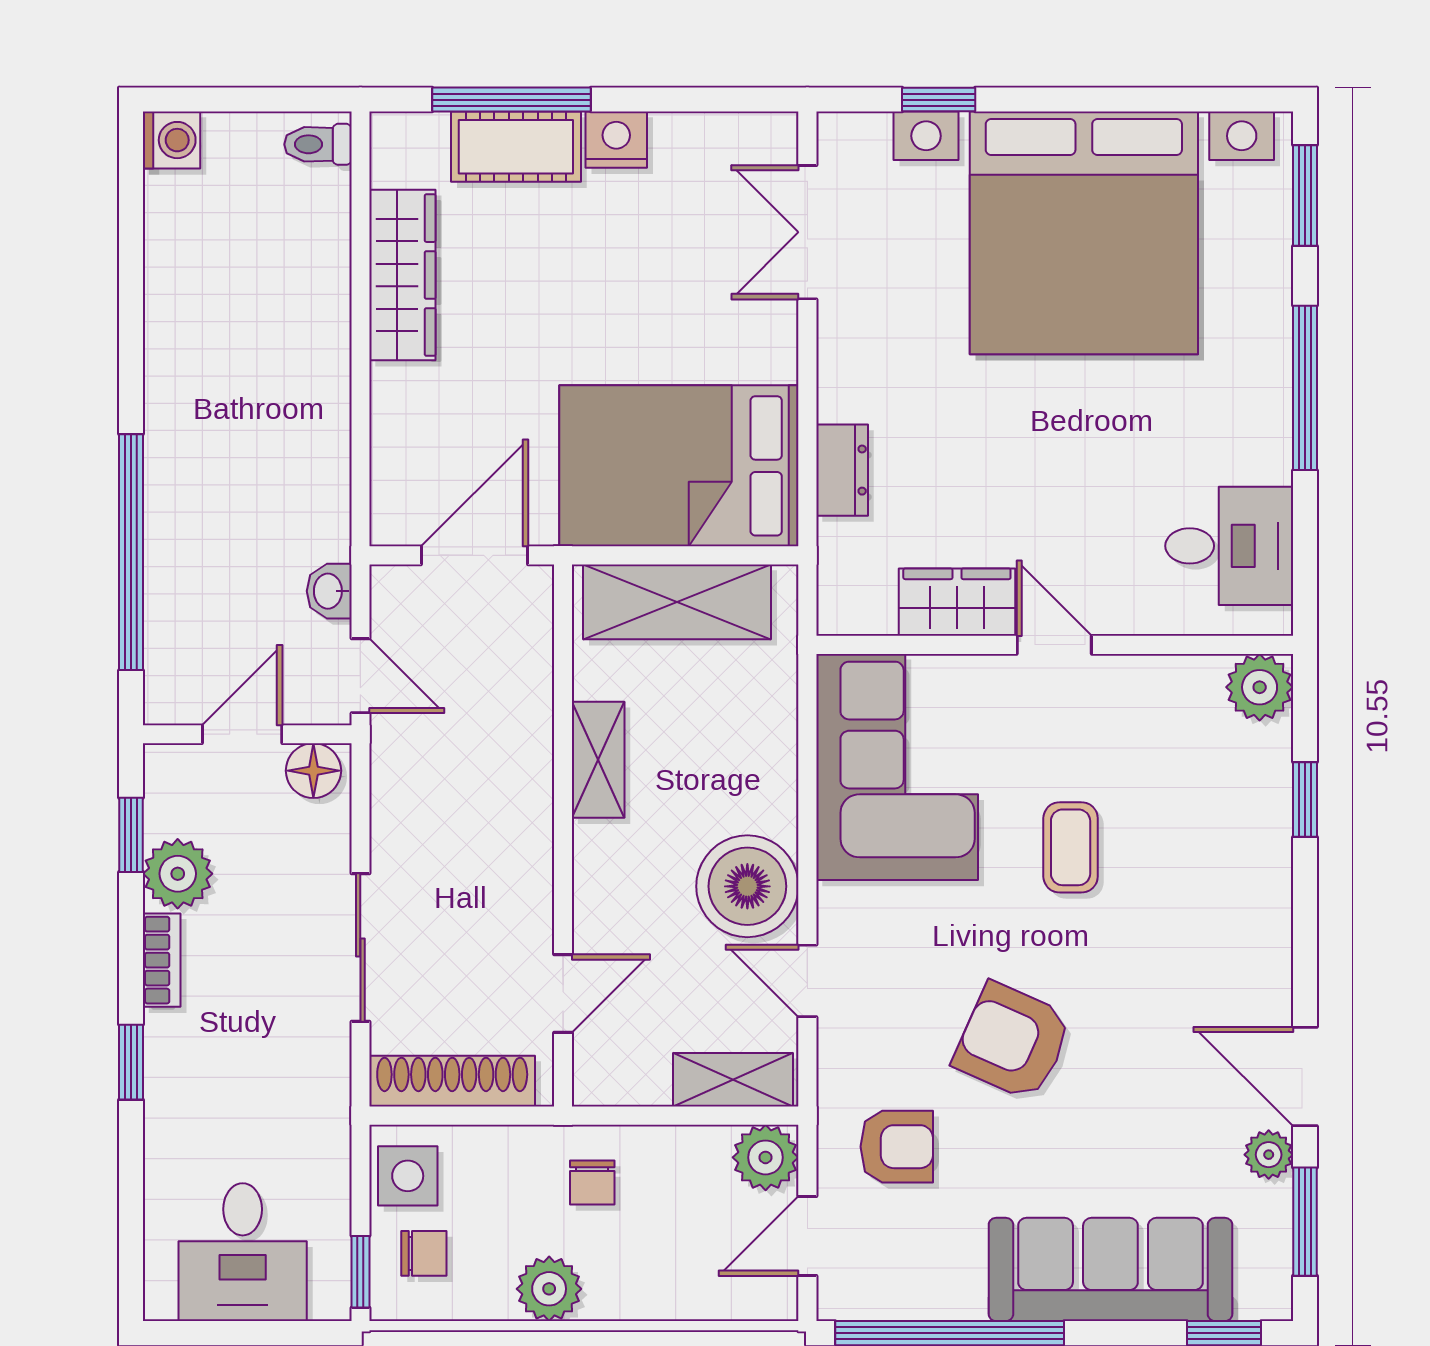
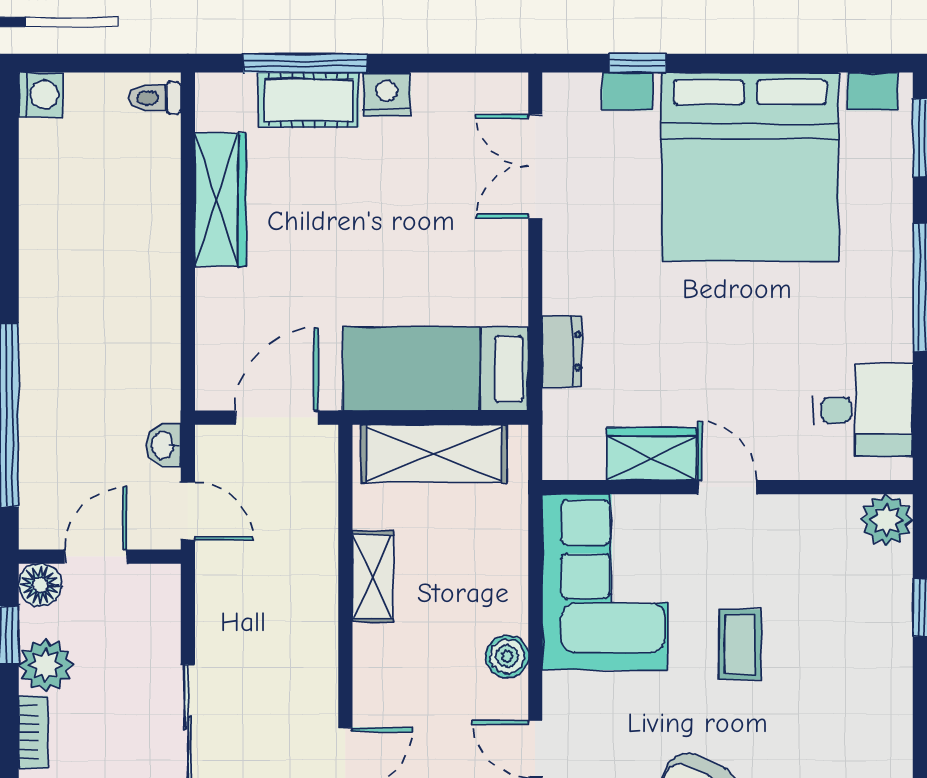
bed: (679, 466) -> (435, 369), width x0.67
floor lamp: (313, 771) -> (40, 585), moved
boiler: (747, 886) -> (507, 656), width x0.54, depth x0.54

